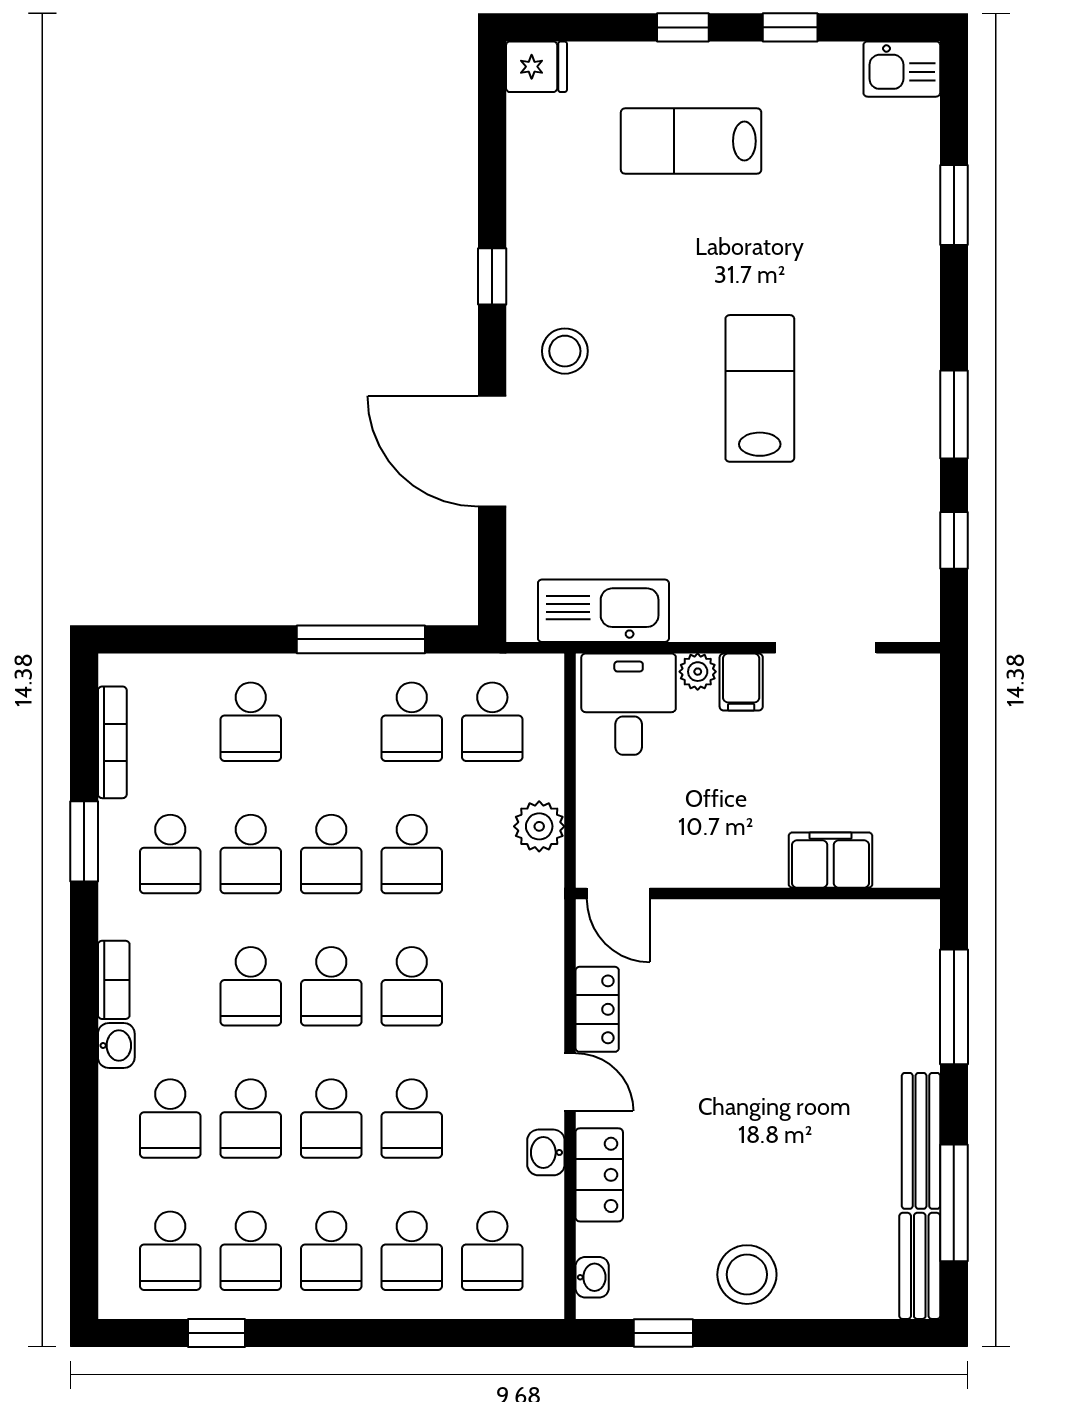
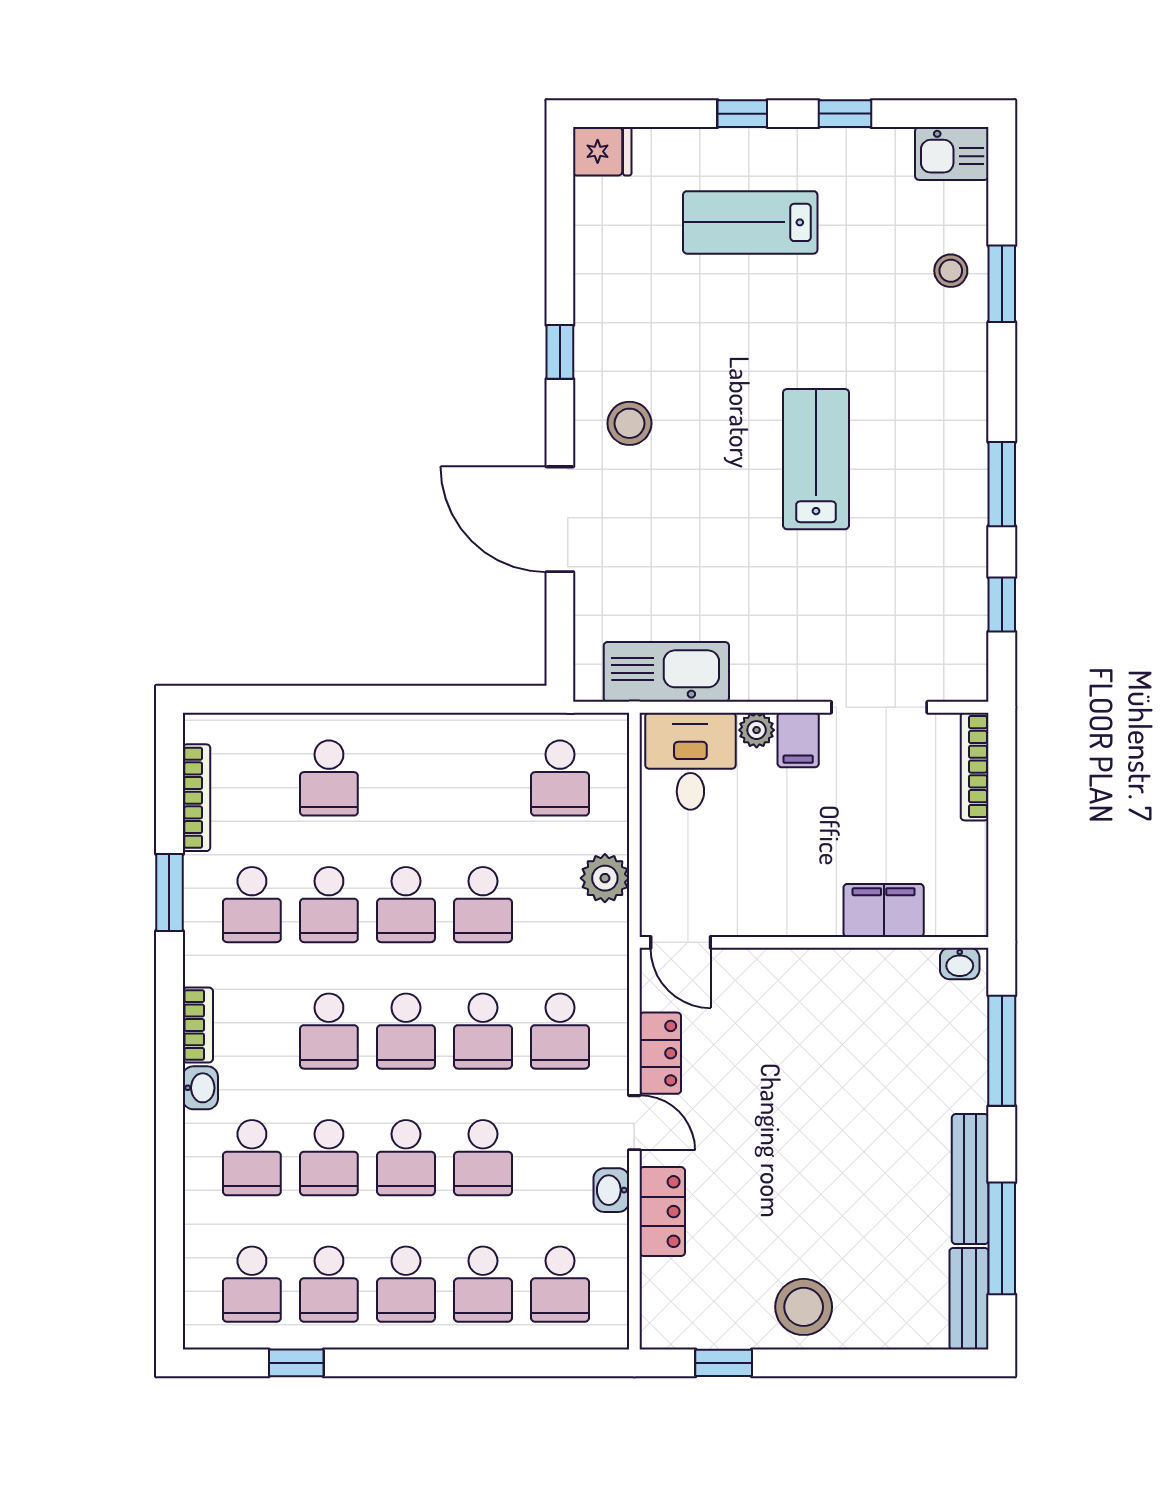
stool: (901, 192) -> (951, 271), added
window: (361, 639) -> (434, 699), removed
bookcase: (926, 710) -> (975, 767), added
school desk: (412, 722) -> (560, 1031), moved
washbasin: (592, 1277) -> (960, 964), moved, turned 90

